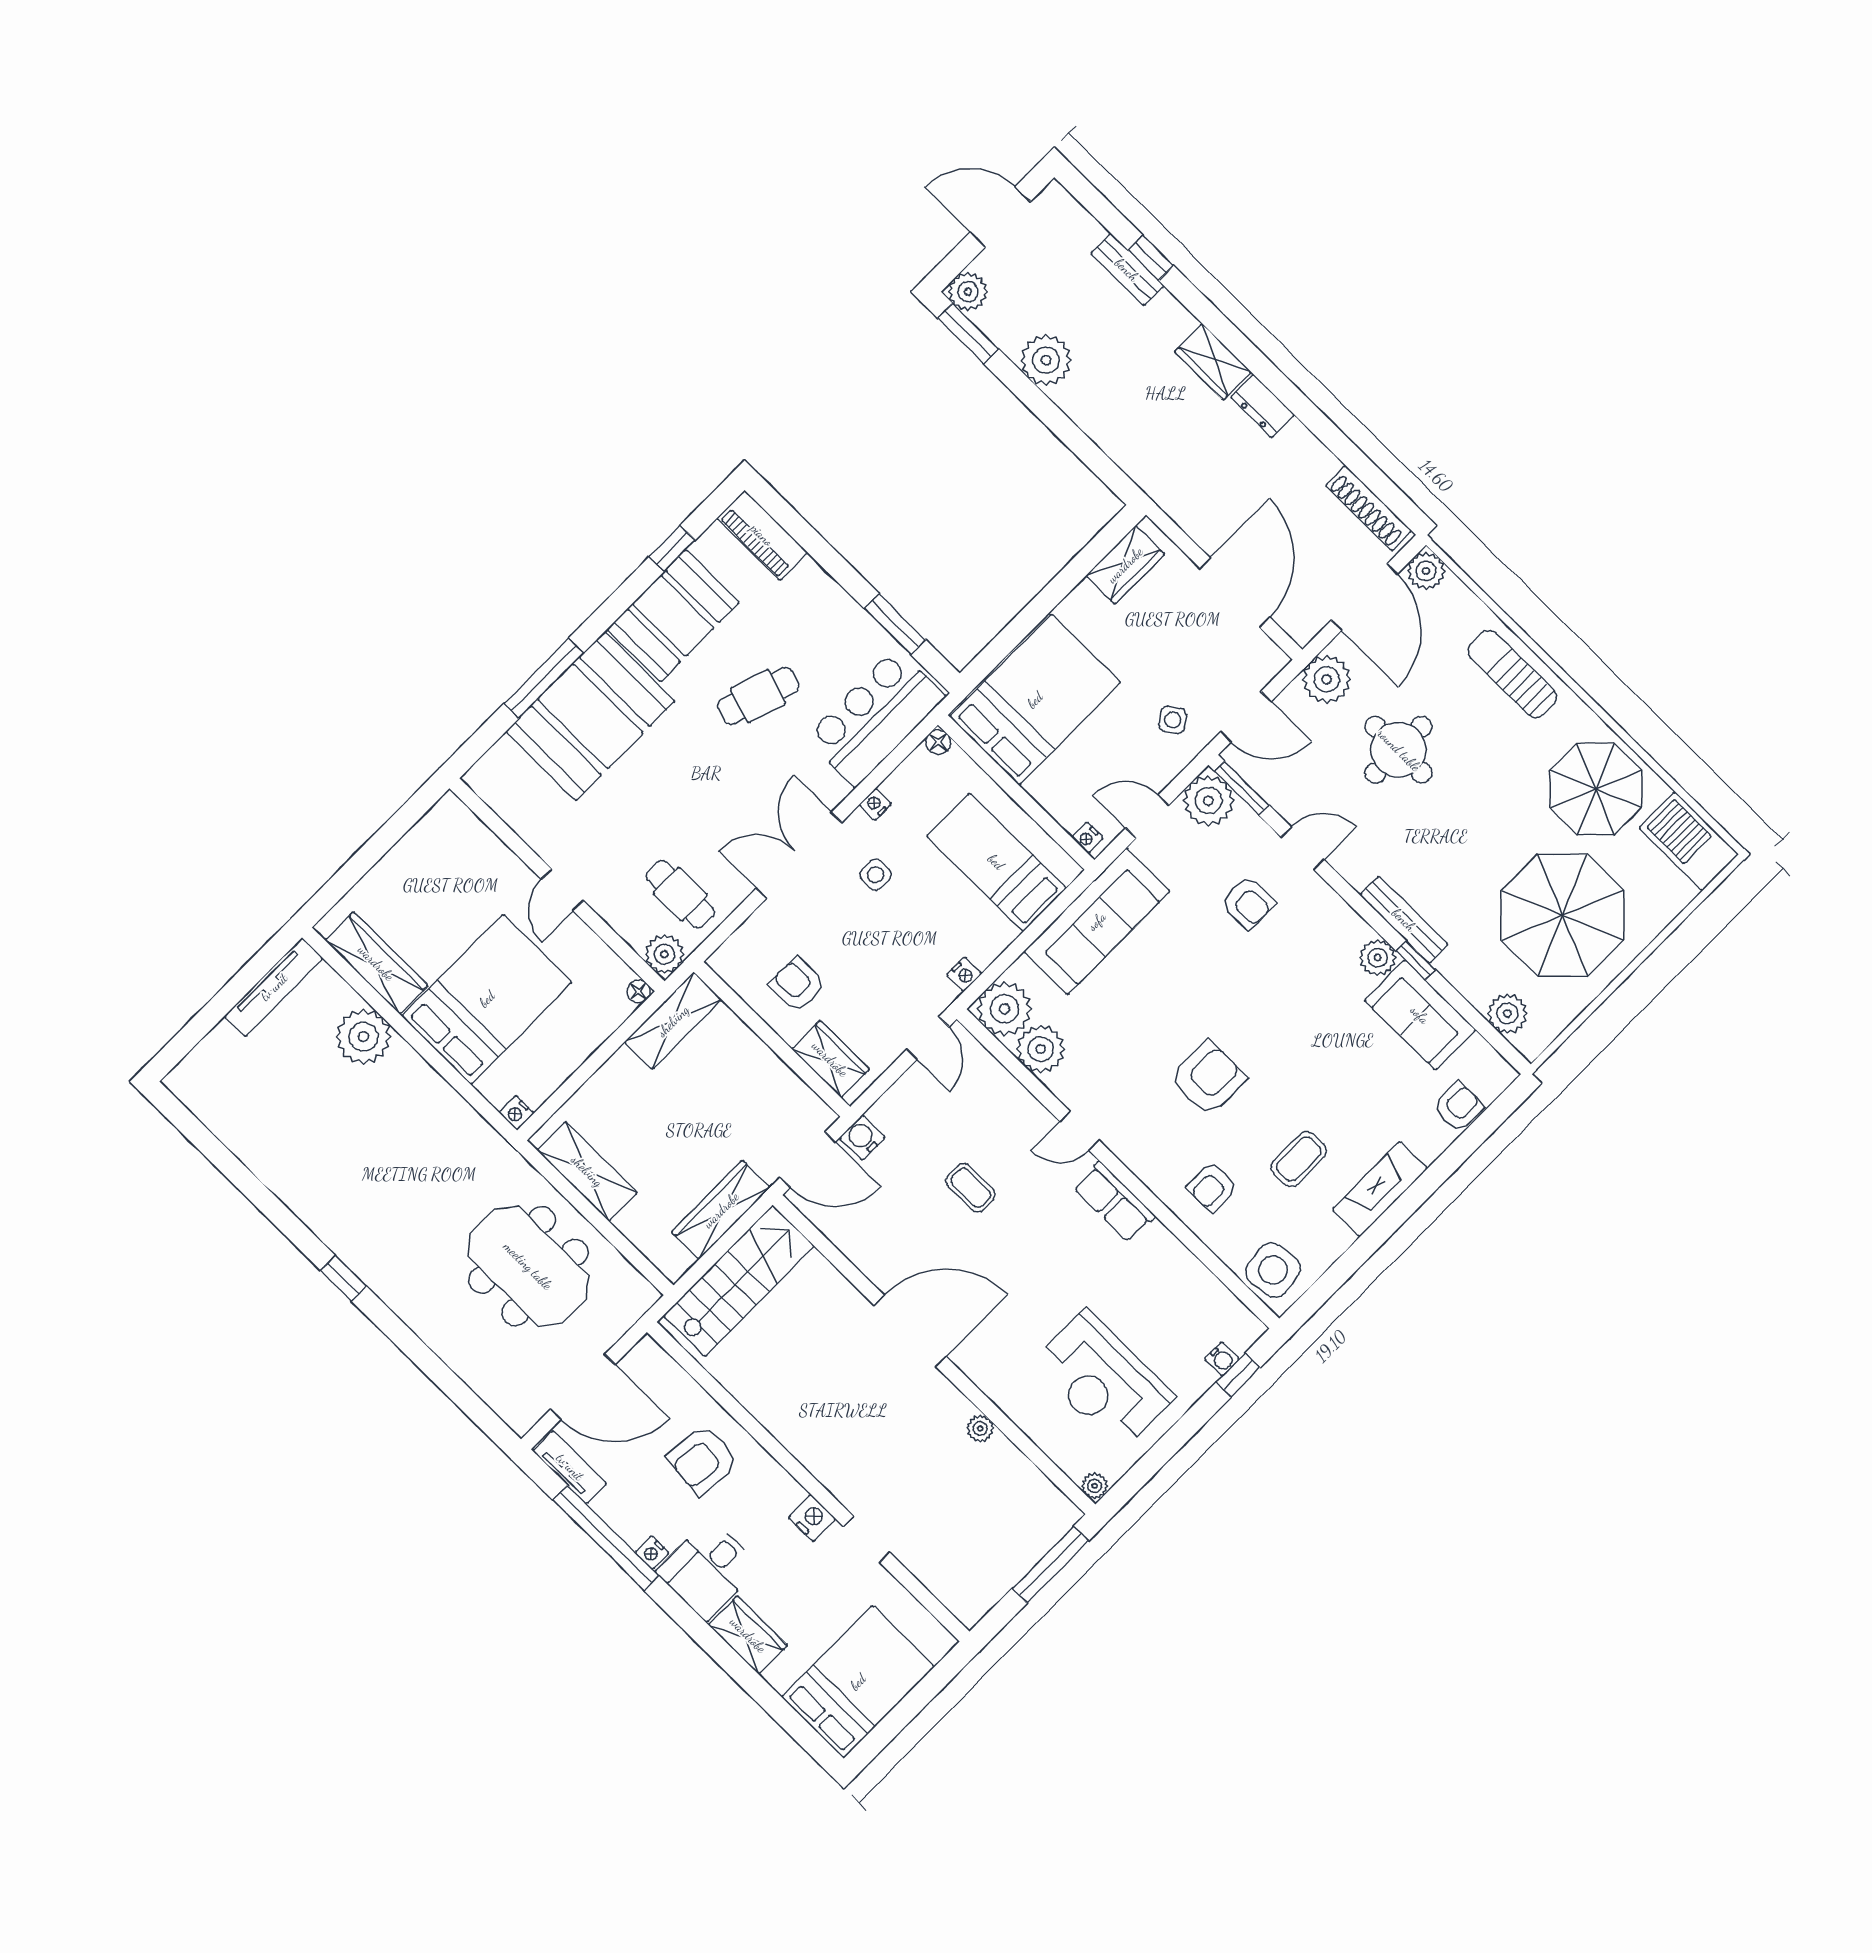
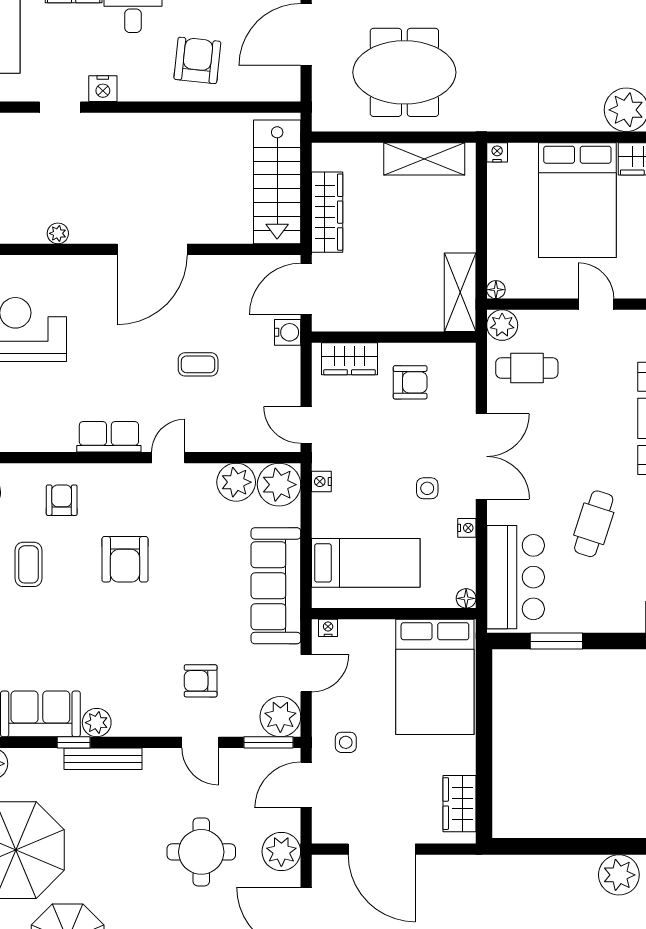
side table: (1173, 720) -> (346, 742), turned 35
door: (1303, 848) -> (200, 742), hinge flipped

